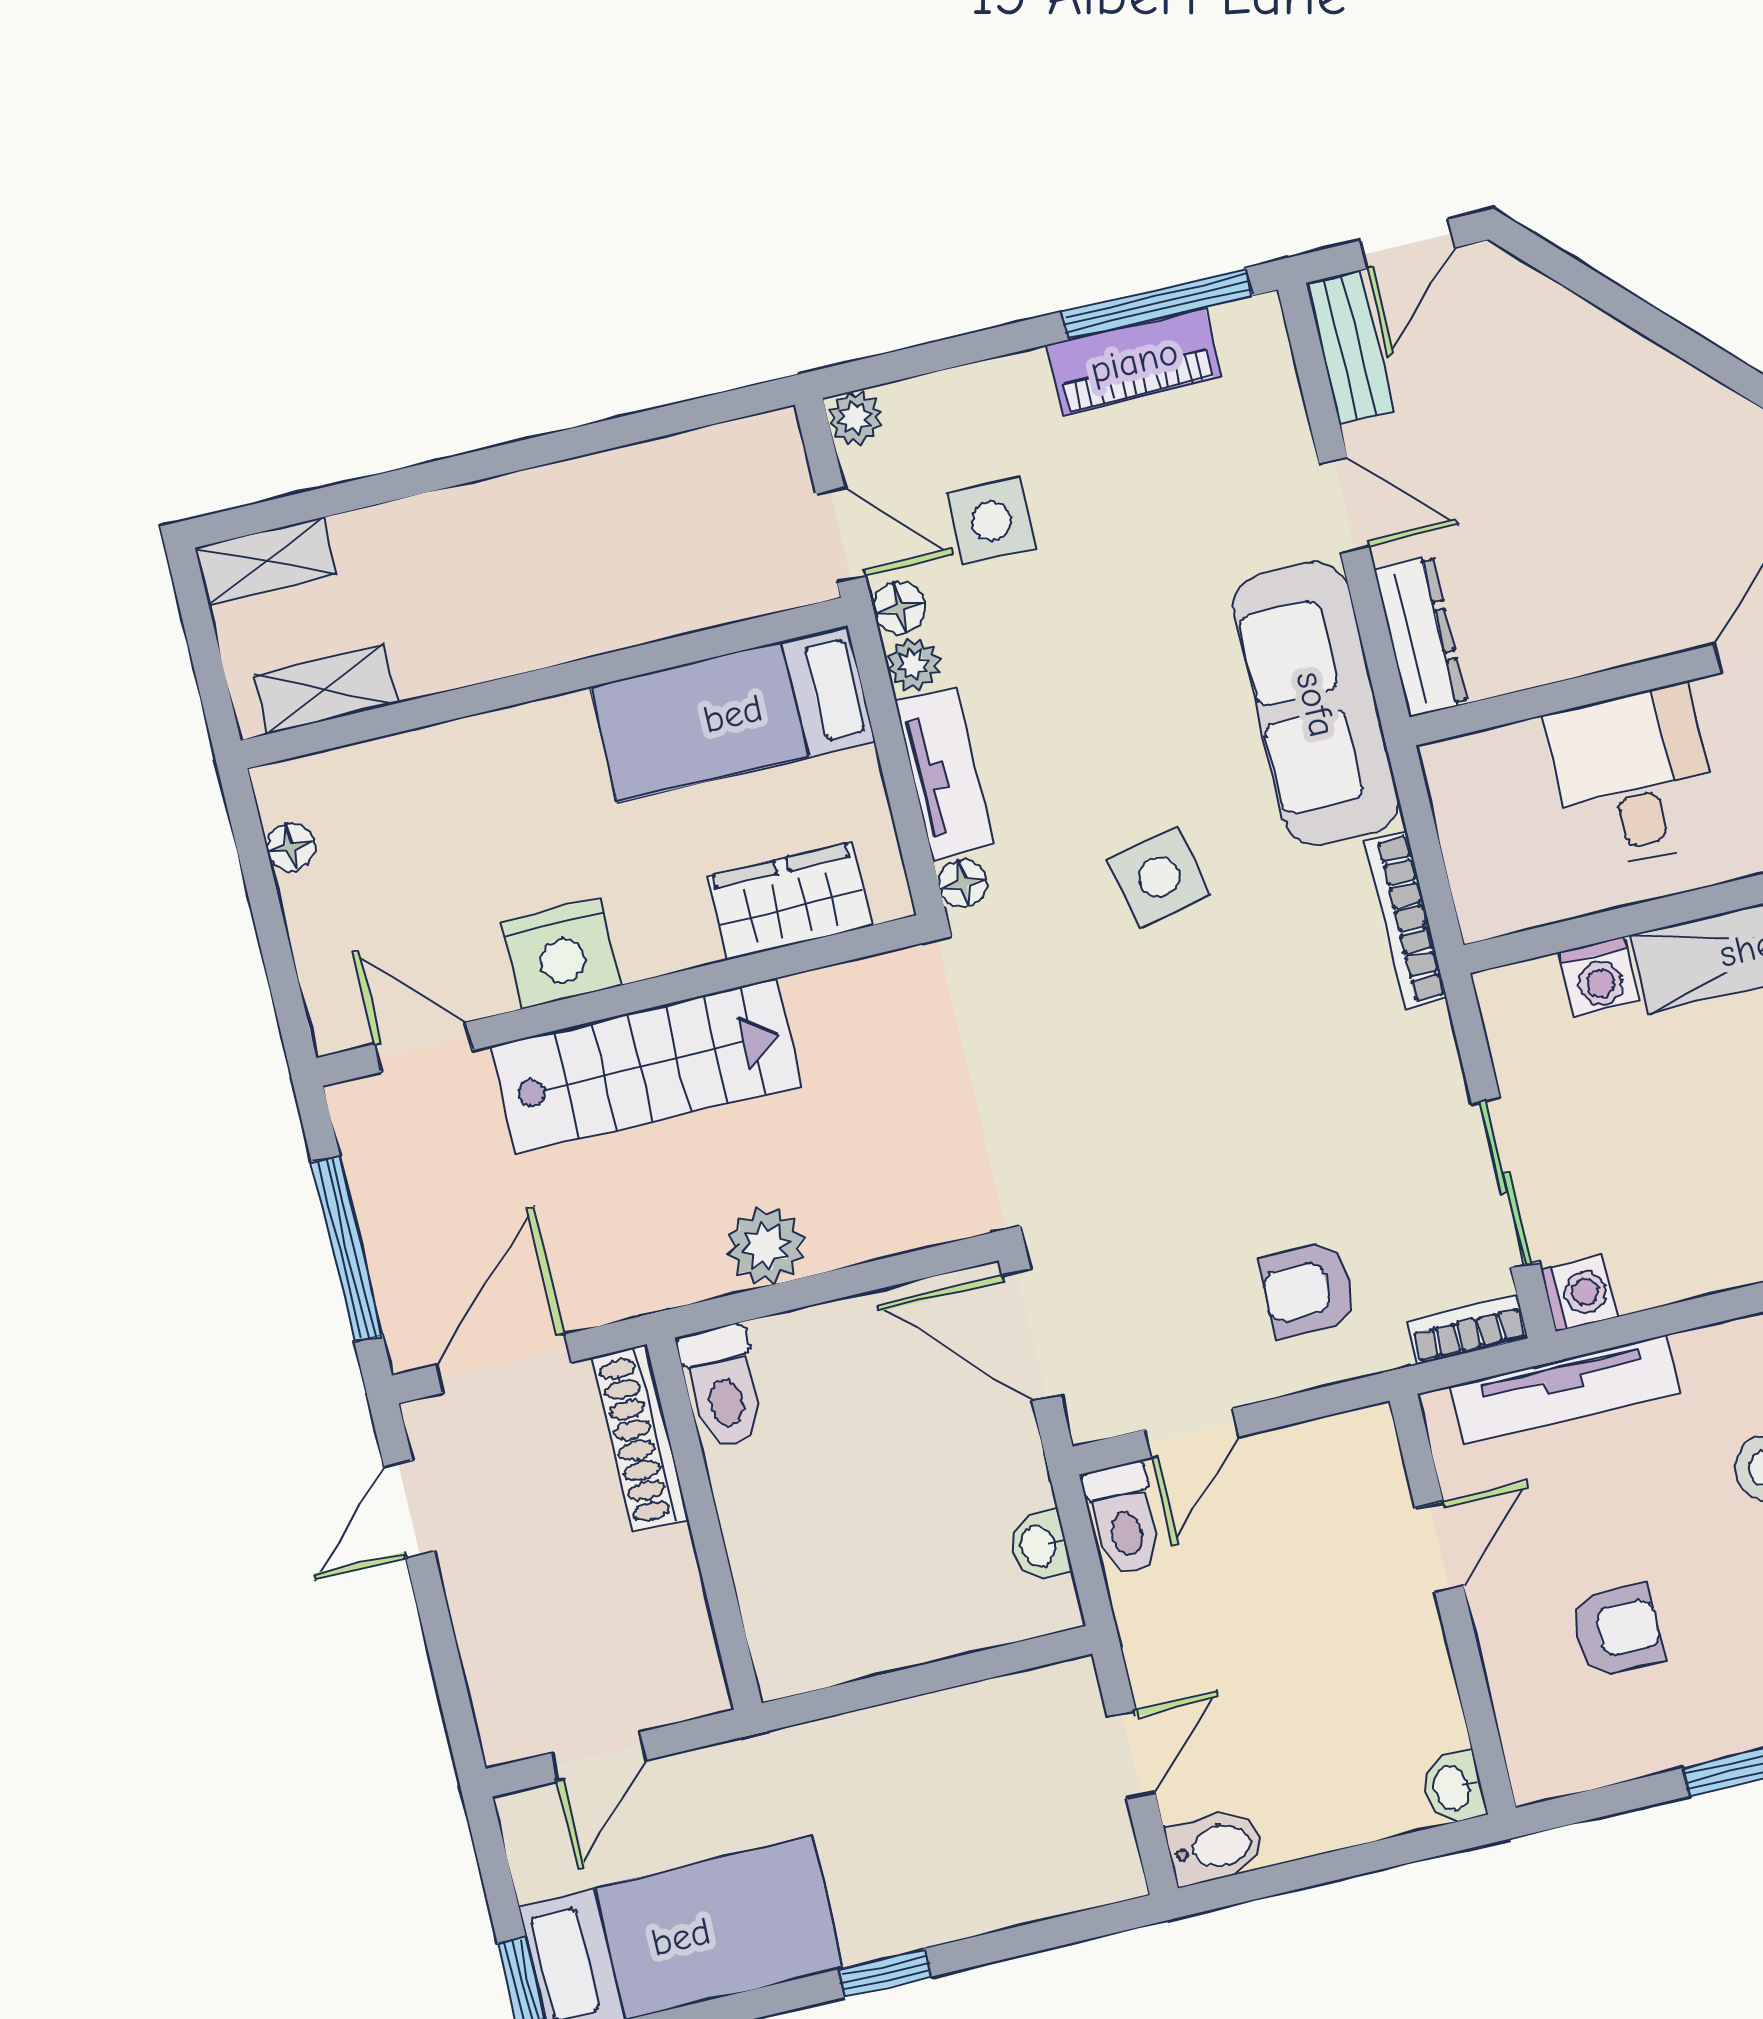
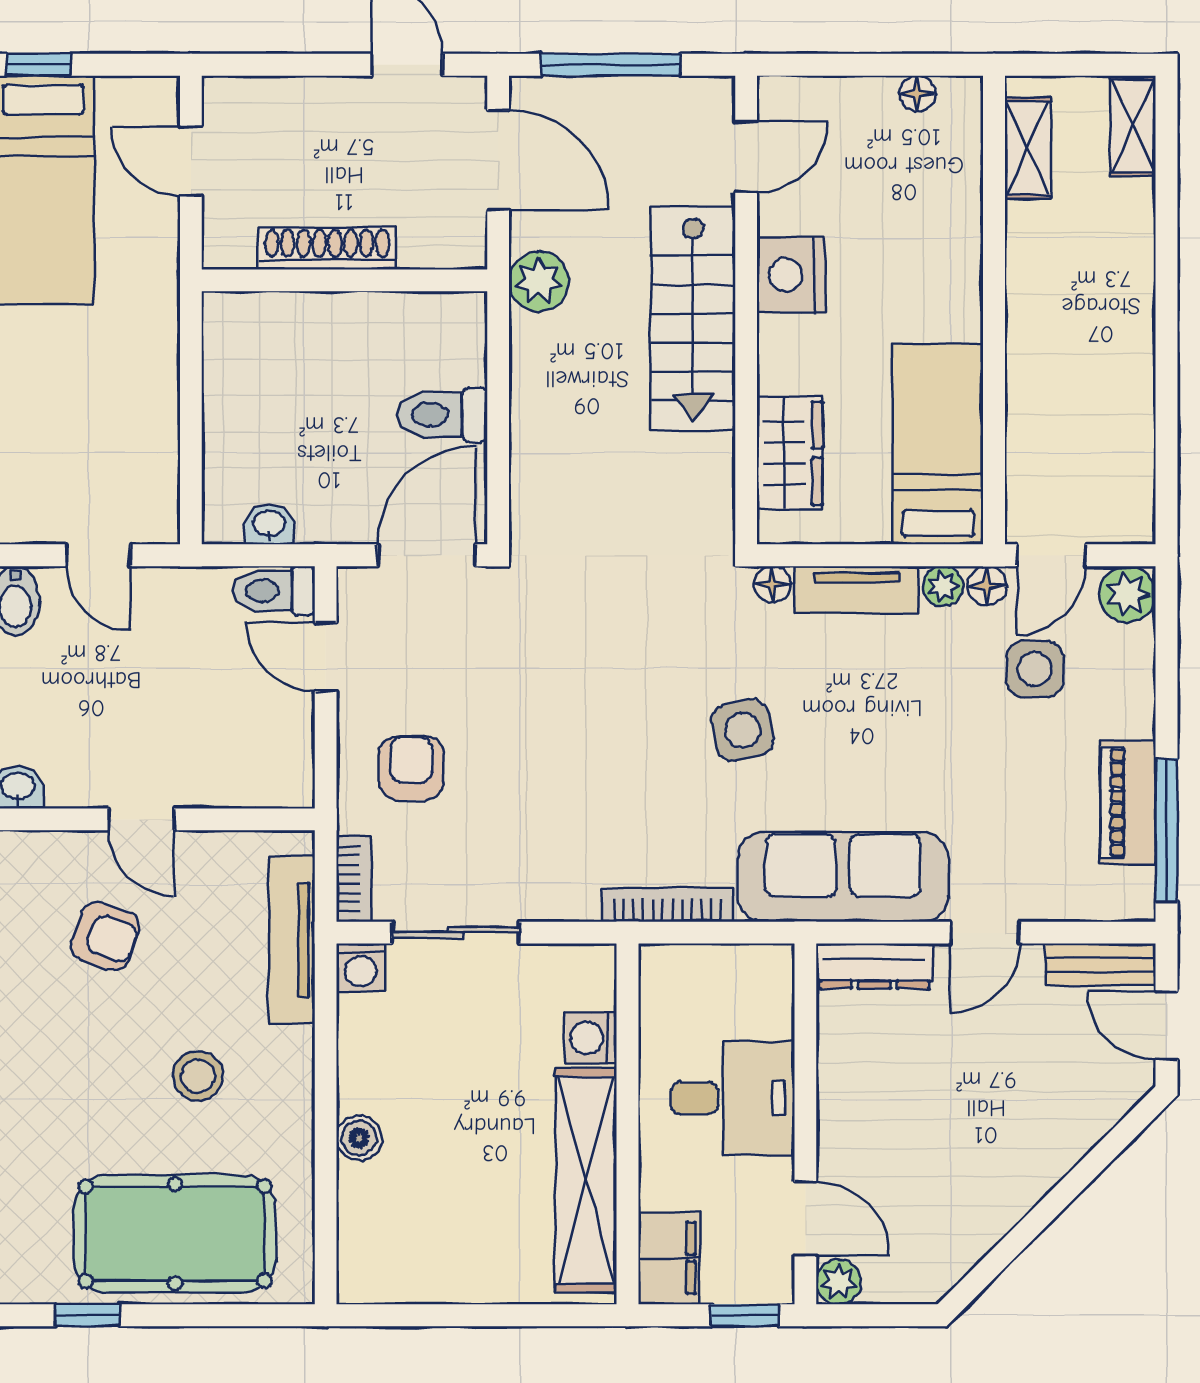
plant: (855, 418) -> (1127, 594), width x1.38, depth x1.38
plant: (766, 1246) -> (539, 281), moved
toilet: (723, 1386) -> (443, 415), moved
shoe rack: (641, 1439) -> (327, 248), moved
door: (1439, 1547) -> (141, 819), moved
armchair: (1617, 1630) -> (105, 936), turned -70

